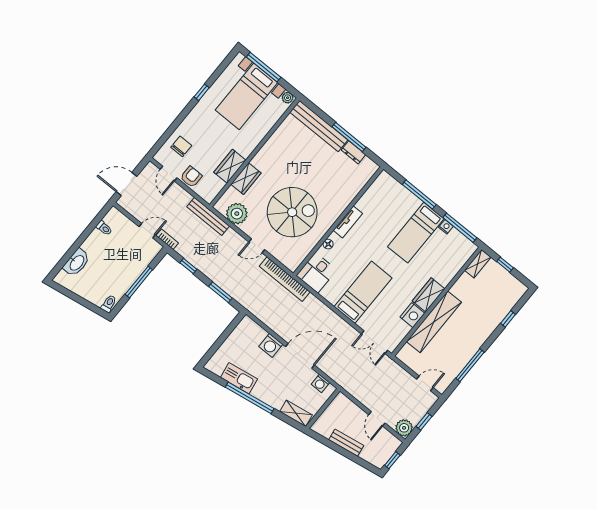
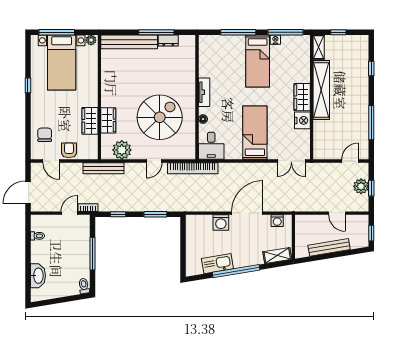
shelving: (434, 322) -> (321, 90), moved
plant: (404, 428) -> (361, 186), moved
bench: (346, 443) -> (329, 247), width x1.36

